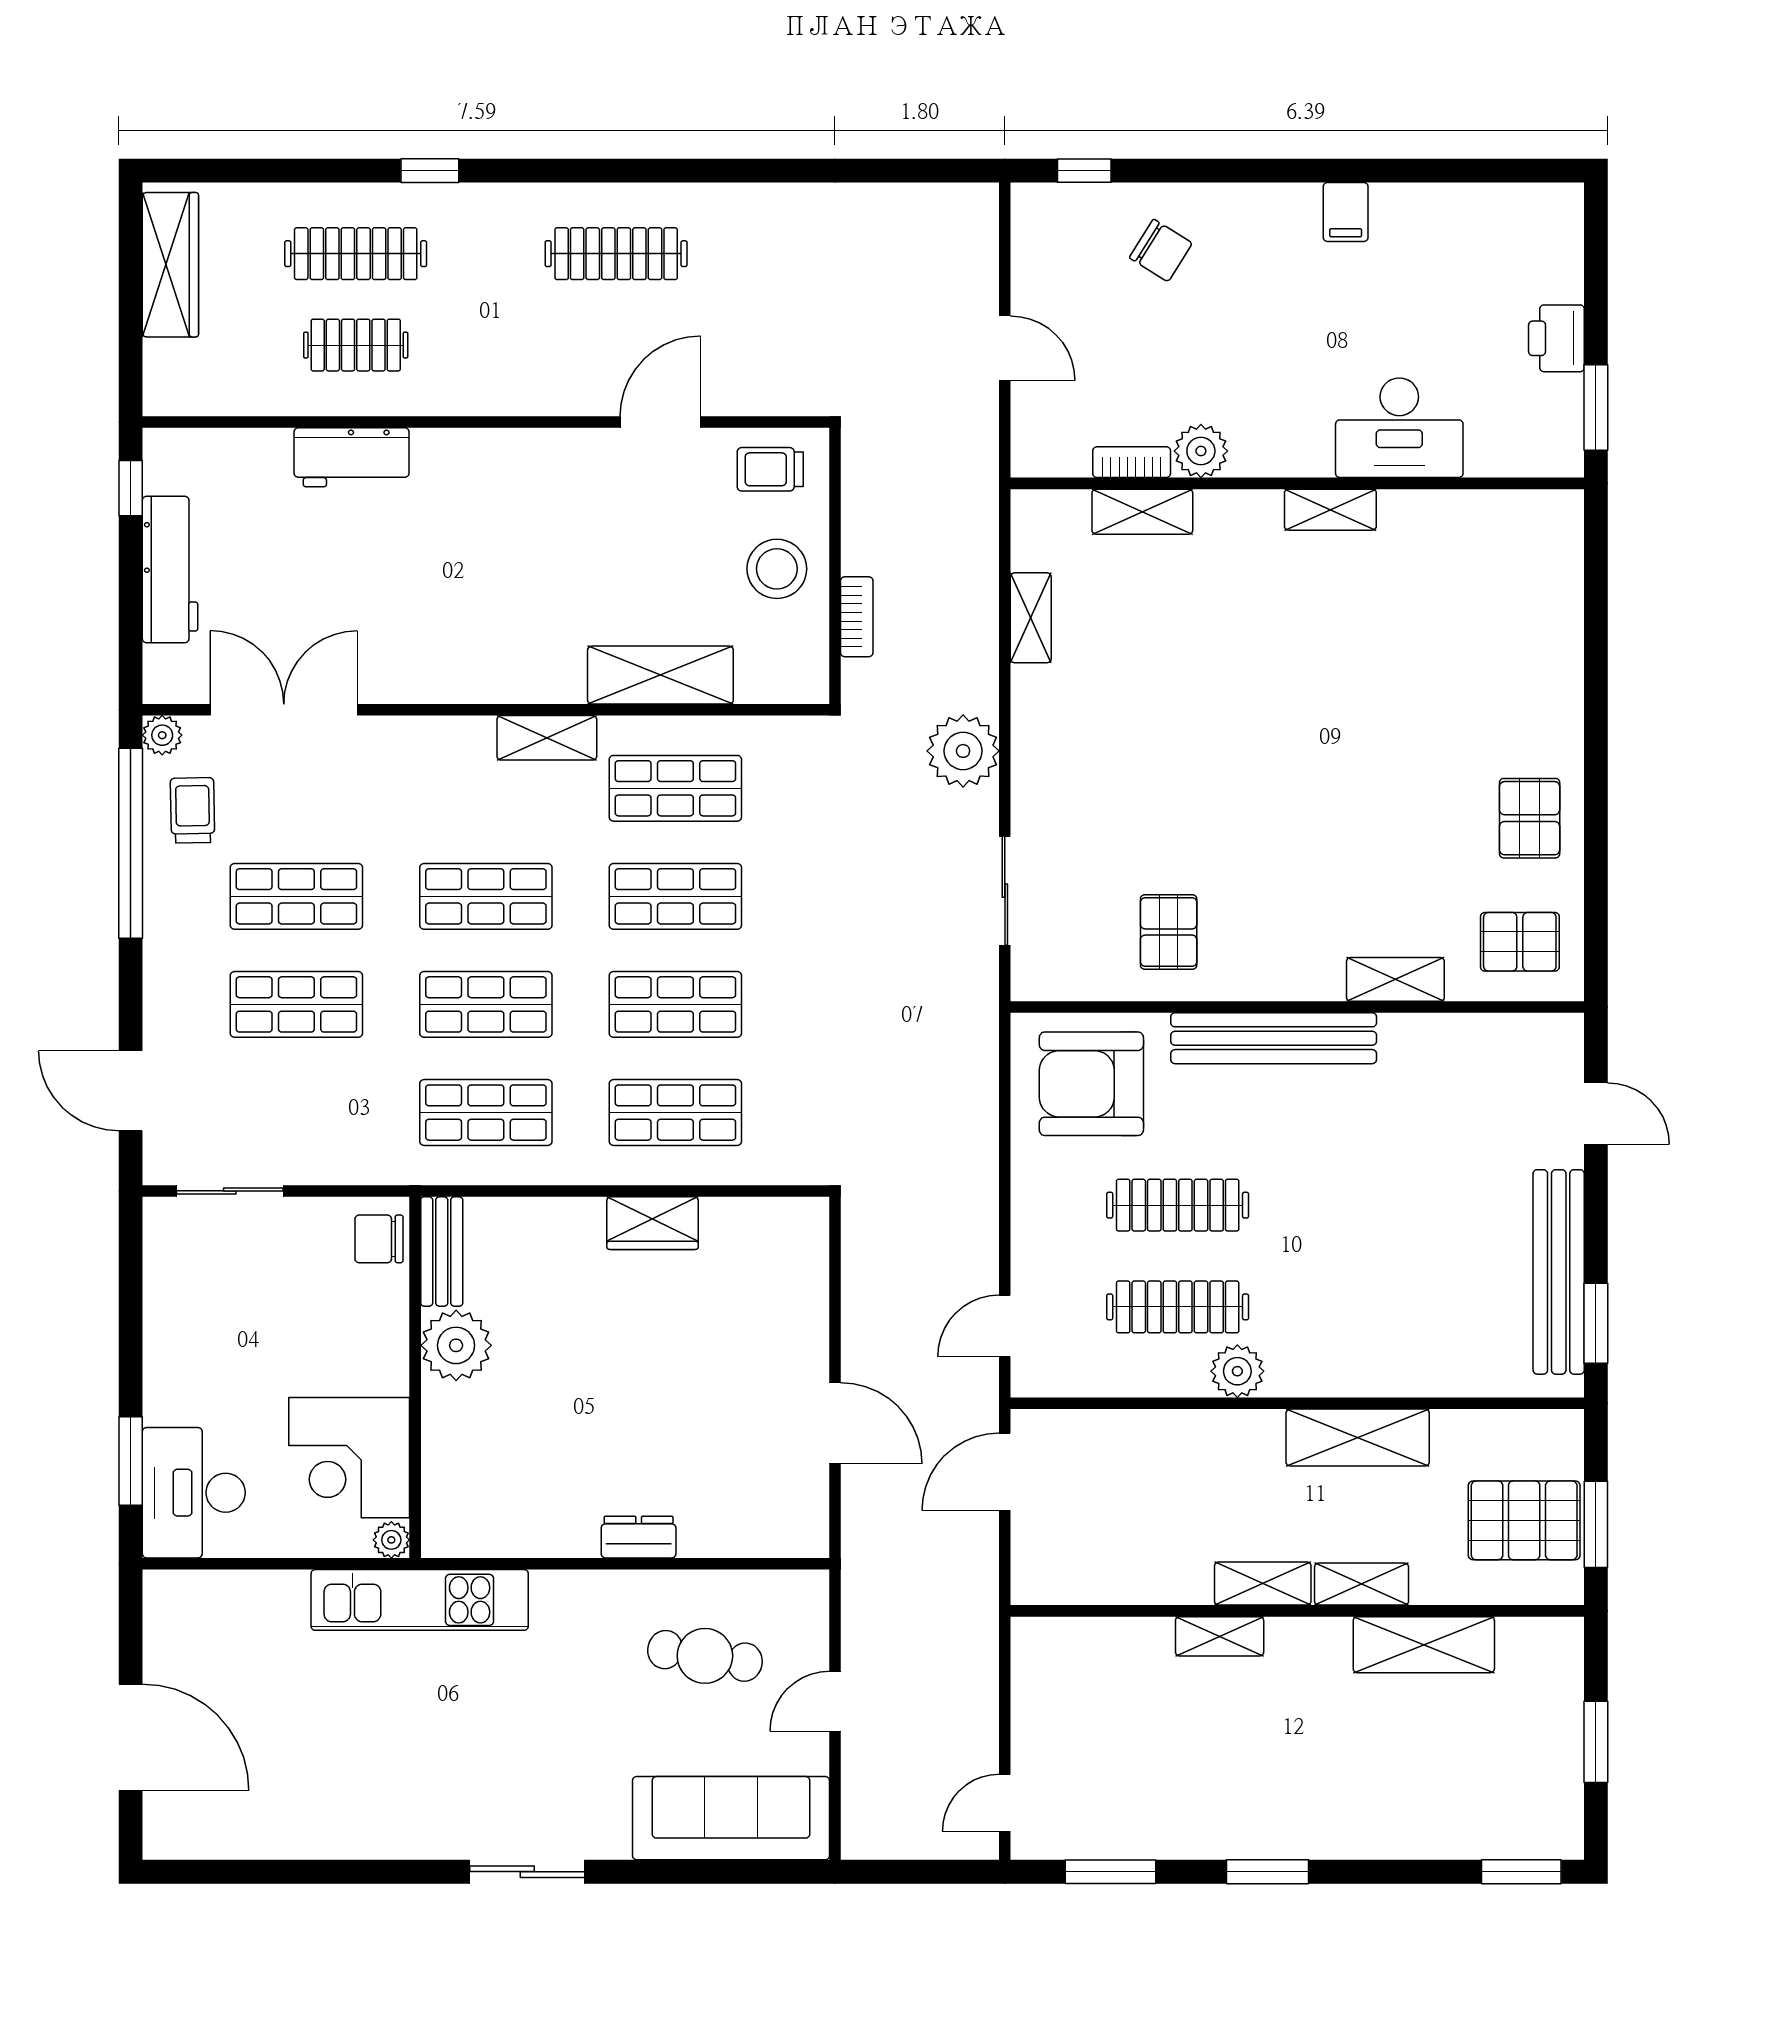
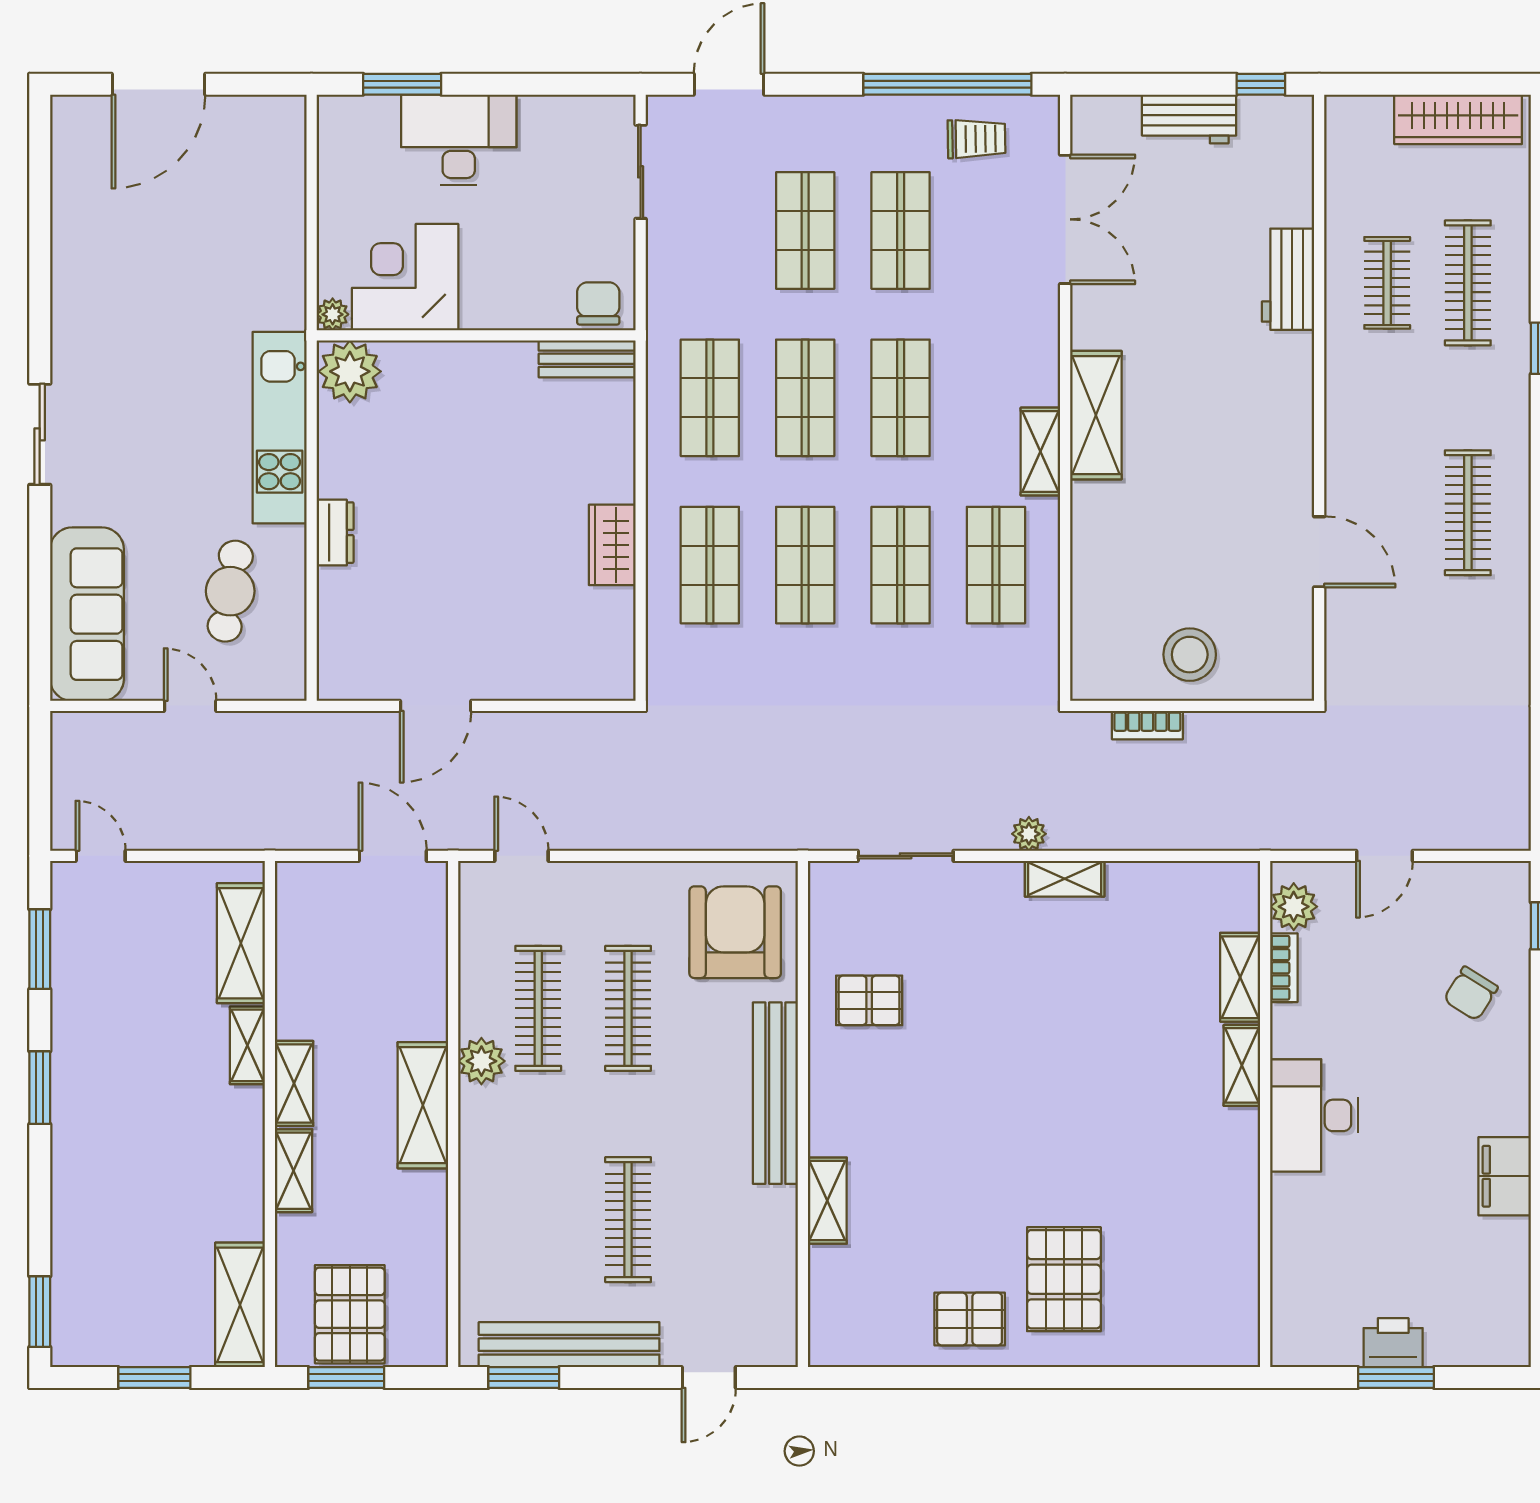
filing cabinet: (1346, 212) -> (1505, 1176), width x2.00
window: (1596, 407) -> (1396, 1378), moved
desk: (1399, 428) -> (1314, 1115), moved
plant: (1201, 451) -> (1294, 907), moved
trolley: (770, 469) -> (1278, 649), removed
shelving: (1330, 510) -> (1242, 1065), moved
workbench: (170, 570) -> (1189, 119), width x0.73
shelving: (1031, 618) -> (1065, 879), moved
shelving: (660, 675) -> (1096, 415), moved
plant: (162, 735) -> (1043, 112), removed
plant: (963, 751) -> (1029, 834), width x0.53, depth x0.53
pallet: (1520, 942) -> (1064, 1279), moved, width x1.50, depth x1.42
clothes rail: (1417, 1205) -> (628, 1220), added
plant: (456, 1345) -> (350, 371), moved
shelving: (1358, 1438) -> (423, 1105), moved
desk: (194, 1493) -> (459, 140), moved
kitchen unit: (420, 1600) -> (280, 428), moved
shelving: (1104, 1644) -> (241, 943), added
shelving: (1424, 1645) -> (240, 1305), moved

